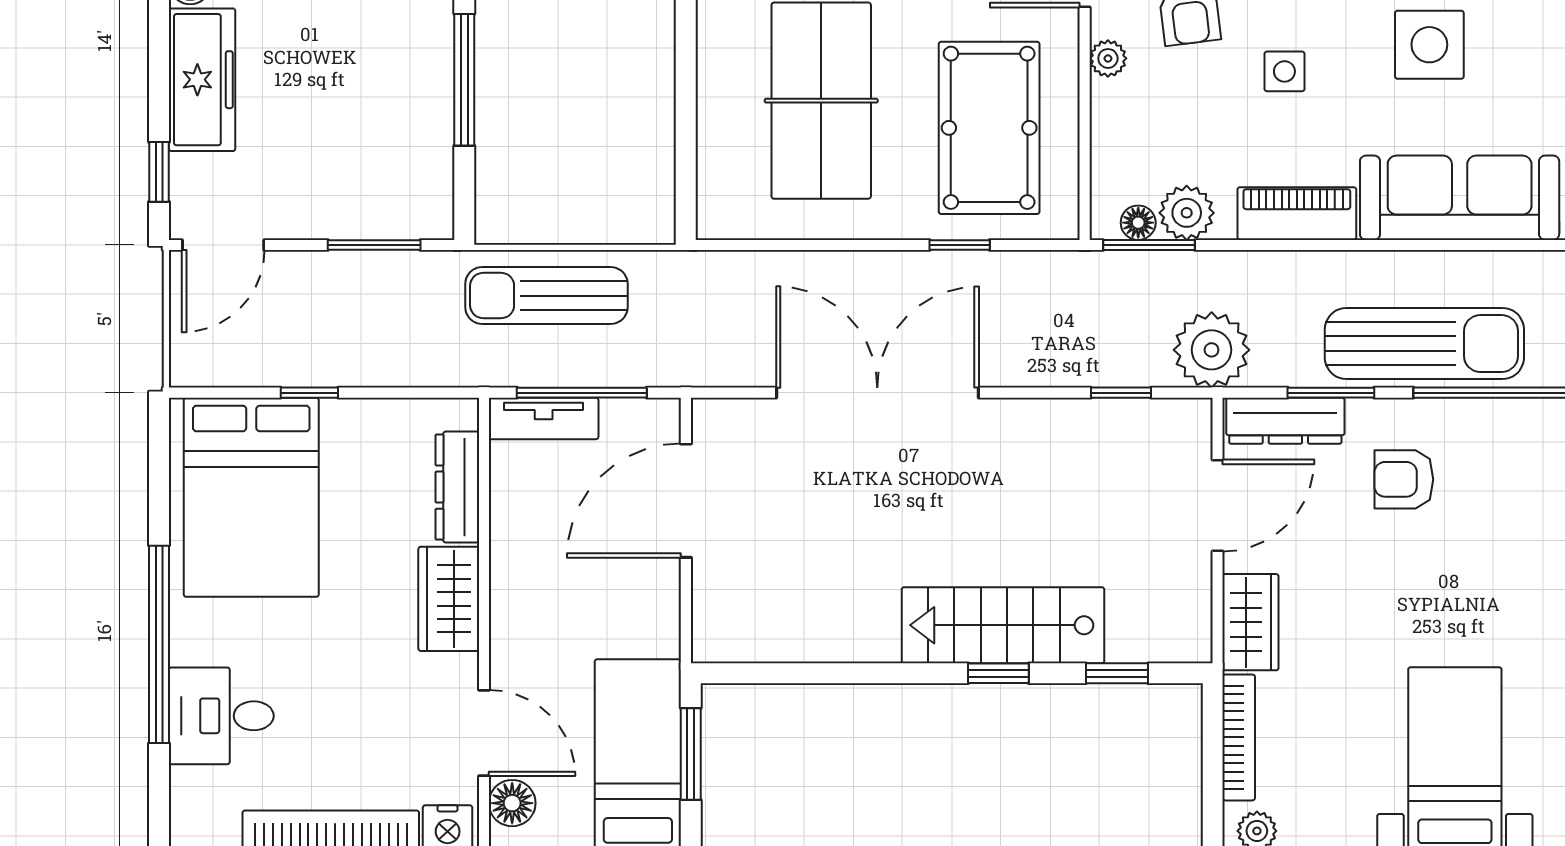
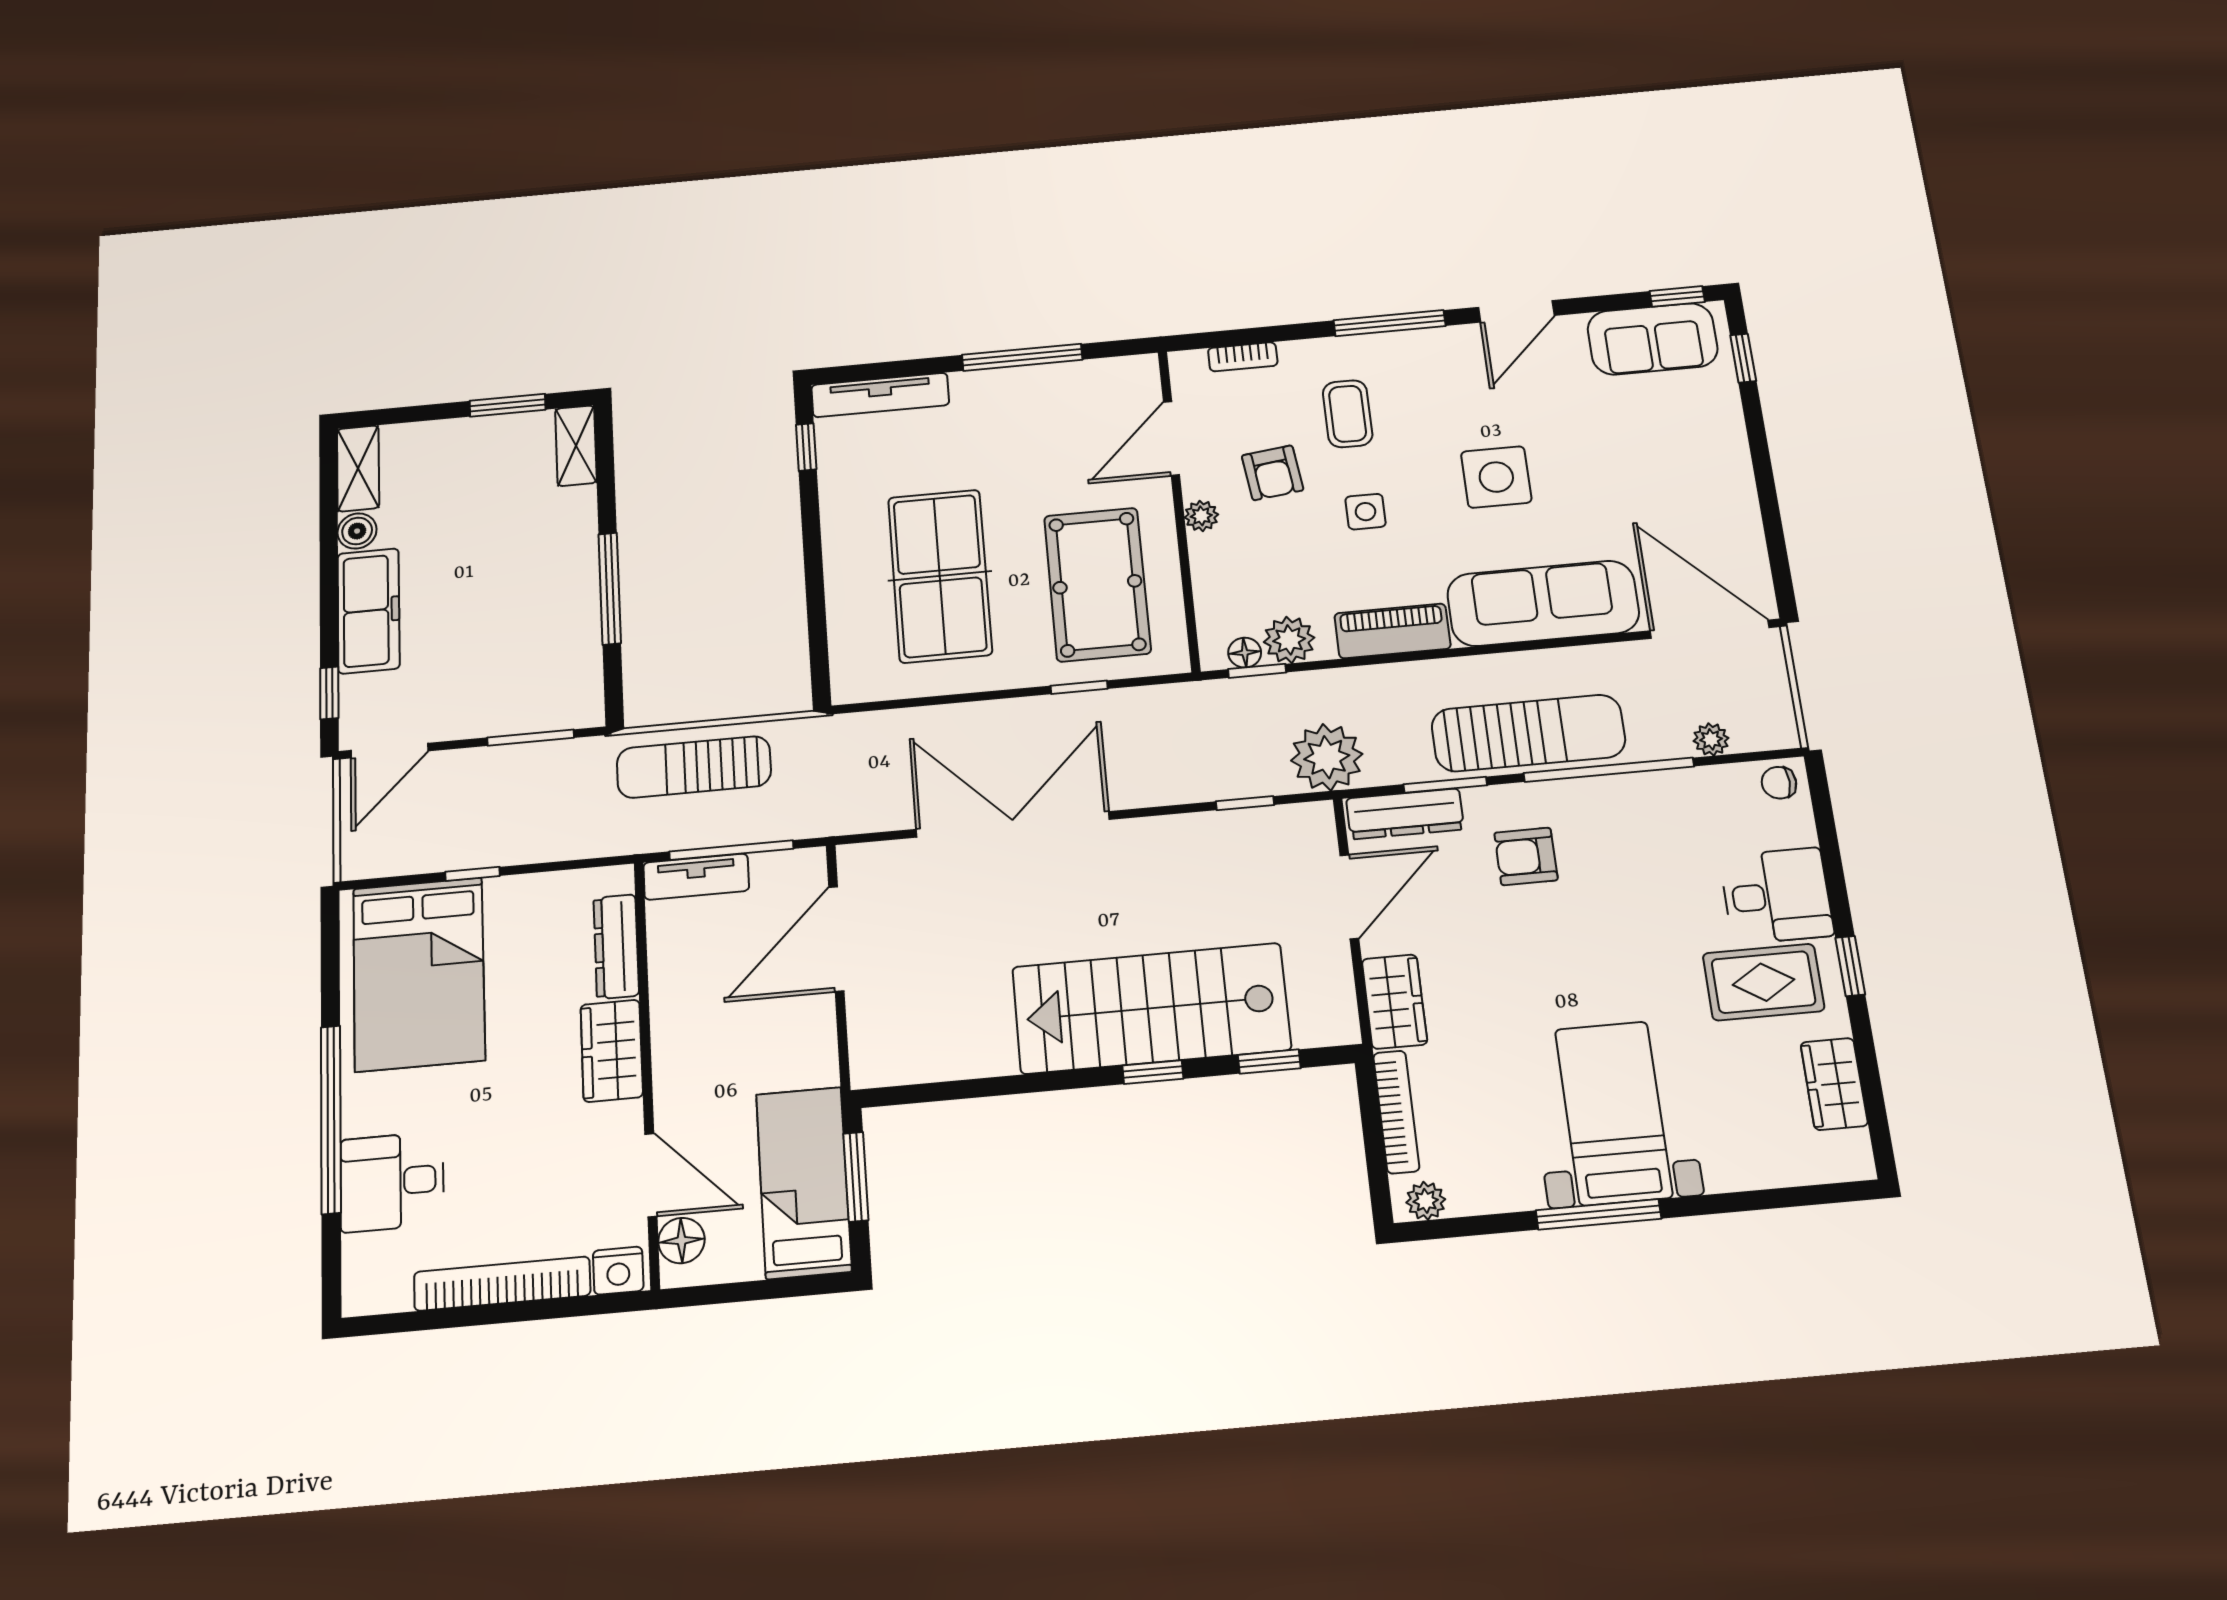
window: (1149, 245) -> (1257, 671), width x0.67
stairs: (1003, 625) -> (1151, 1008), width x1.36, depth x1.51

